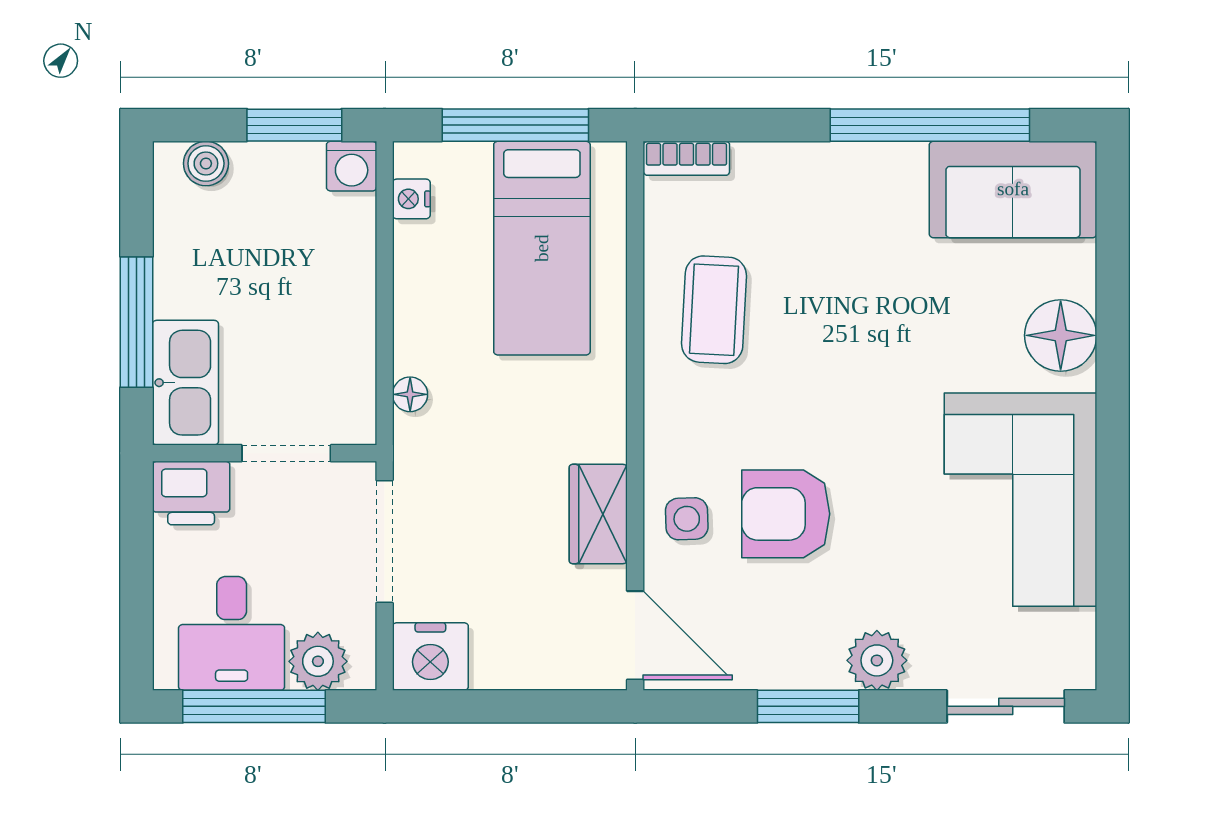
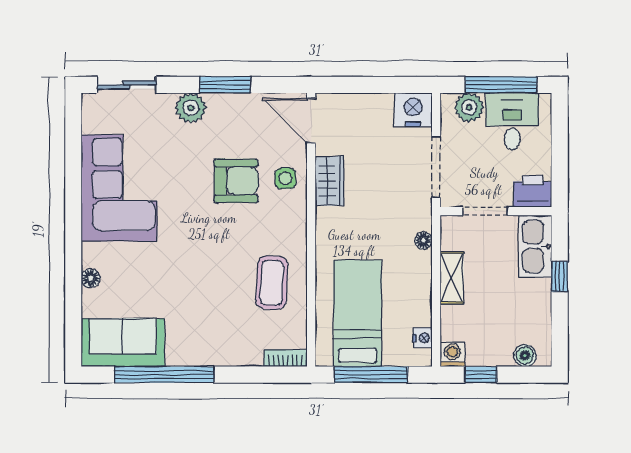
window: (294, 125) -> (481, 375), width x0.67
shelving: (353, 320) -> (452, 278), added
window: (136, 322) -> (560, 276), width x0.46
floor lamp: (1061, 335) -> (91, 278), width x0.53, depth x0.53

